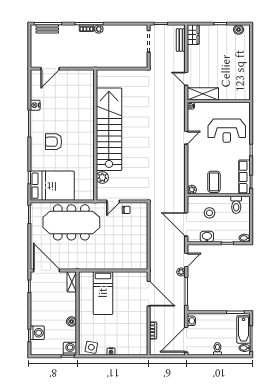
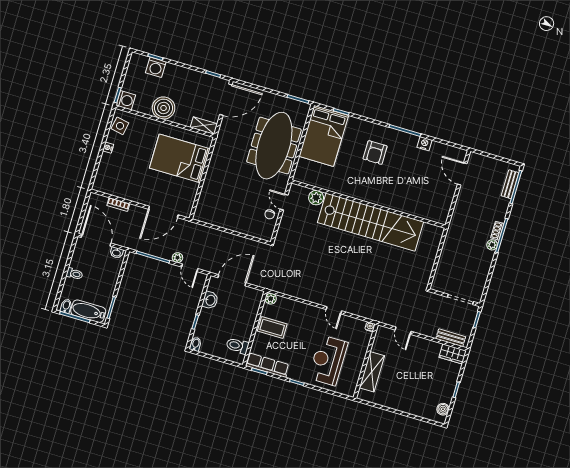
door: (186, 79) -> (403, 331), swing flipped
shelving: (203, 94) -> (372, 372), moved
armchair: (53, 142) -> (375, 153), turned 180
stool: (209, 213) -> (237, 311), removed
bed: (103, 293) -> (180, 158), width x1.50
boiler: (72, 322) -> (164, 108), width x1.86, depth x1.86

